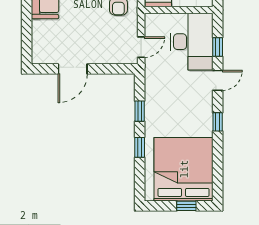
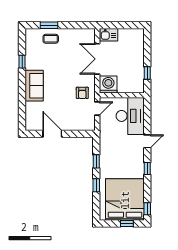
door: (141, 47) -> (97, 109), moved
window: (218, 47) -> (147, 209), moved
door: (73, 69) -> (52, 134), swing flipped

